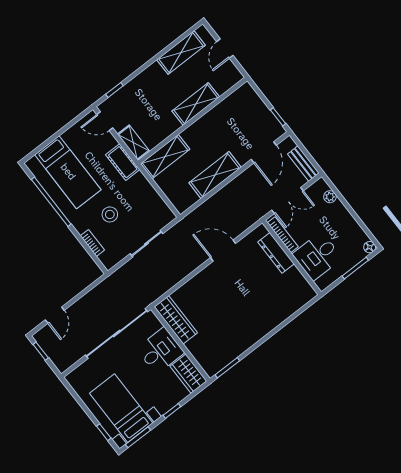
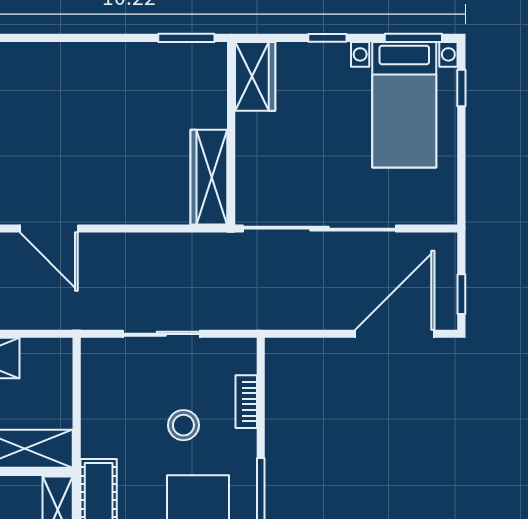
door: (55, 315) -> (395, 334), width x1.87
desk: (160, 351) -> (272, 148), removed

